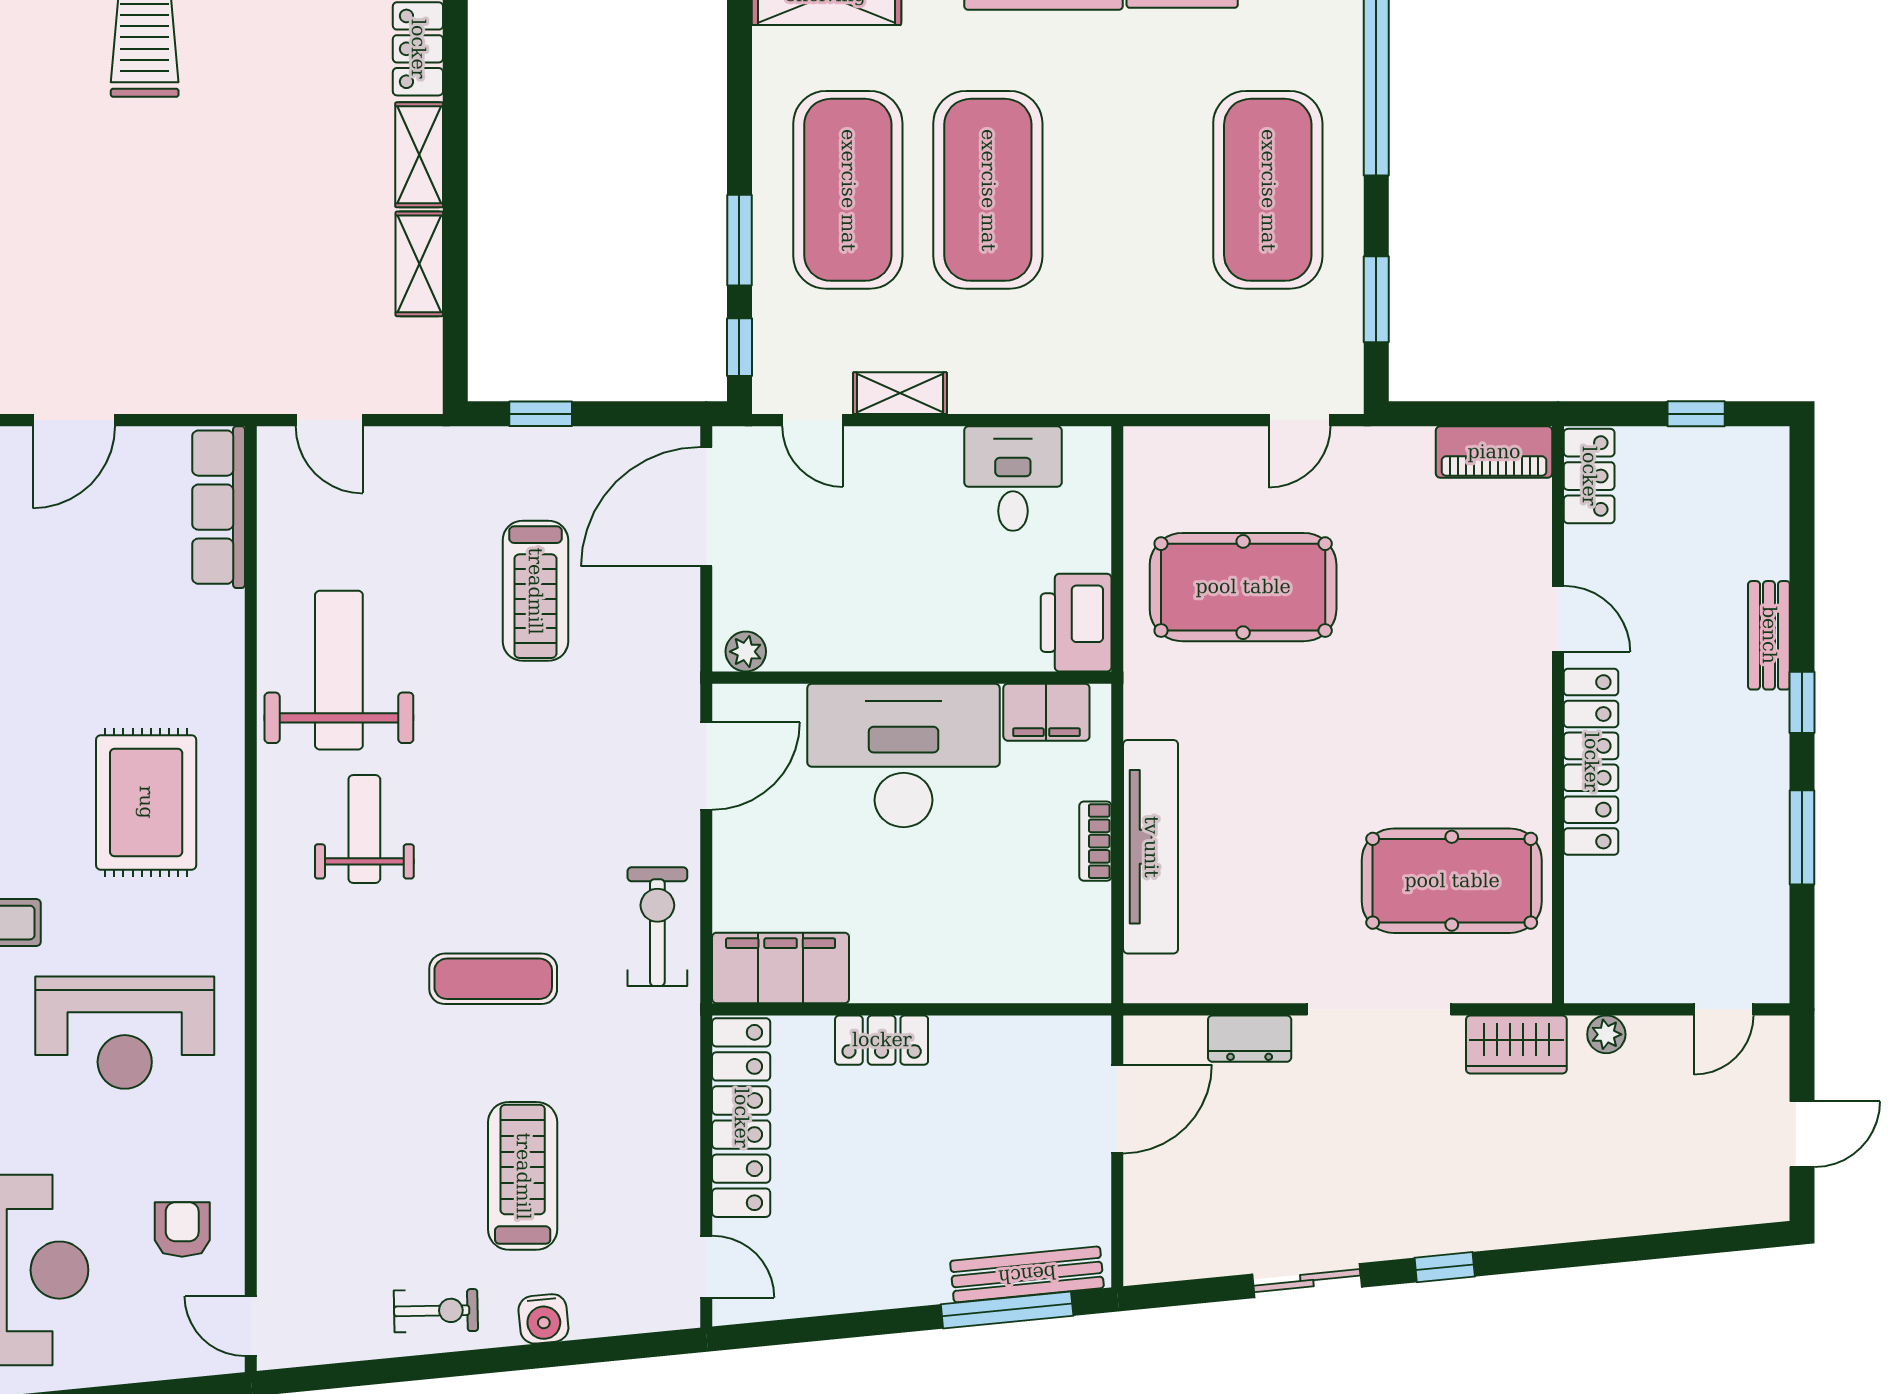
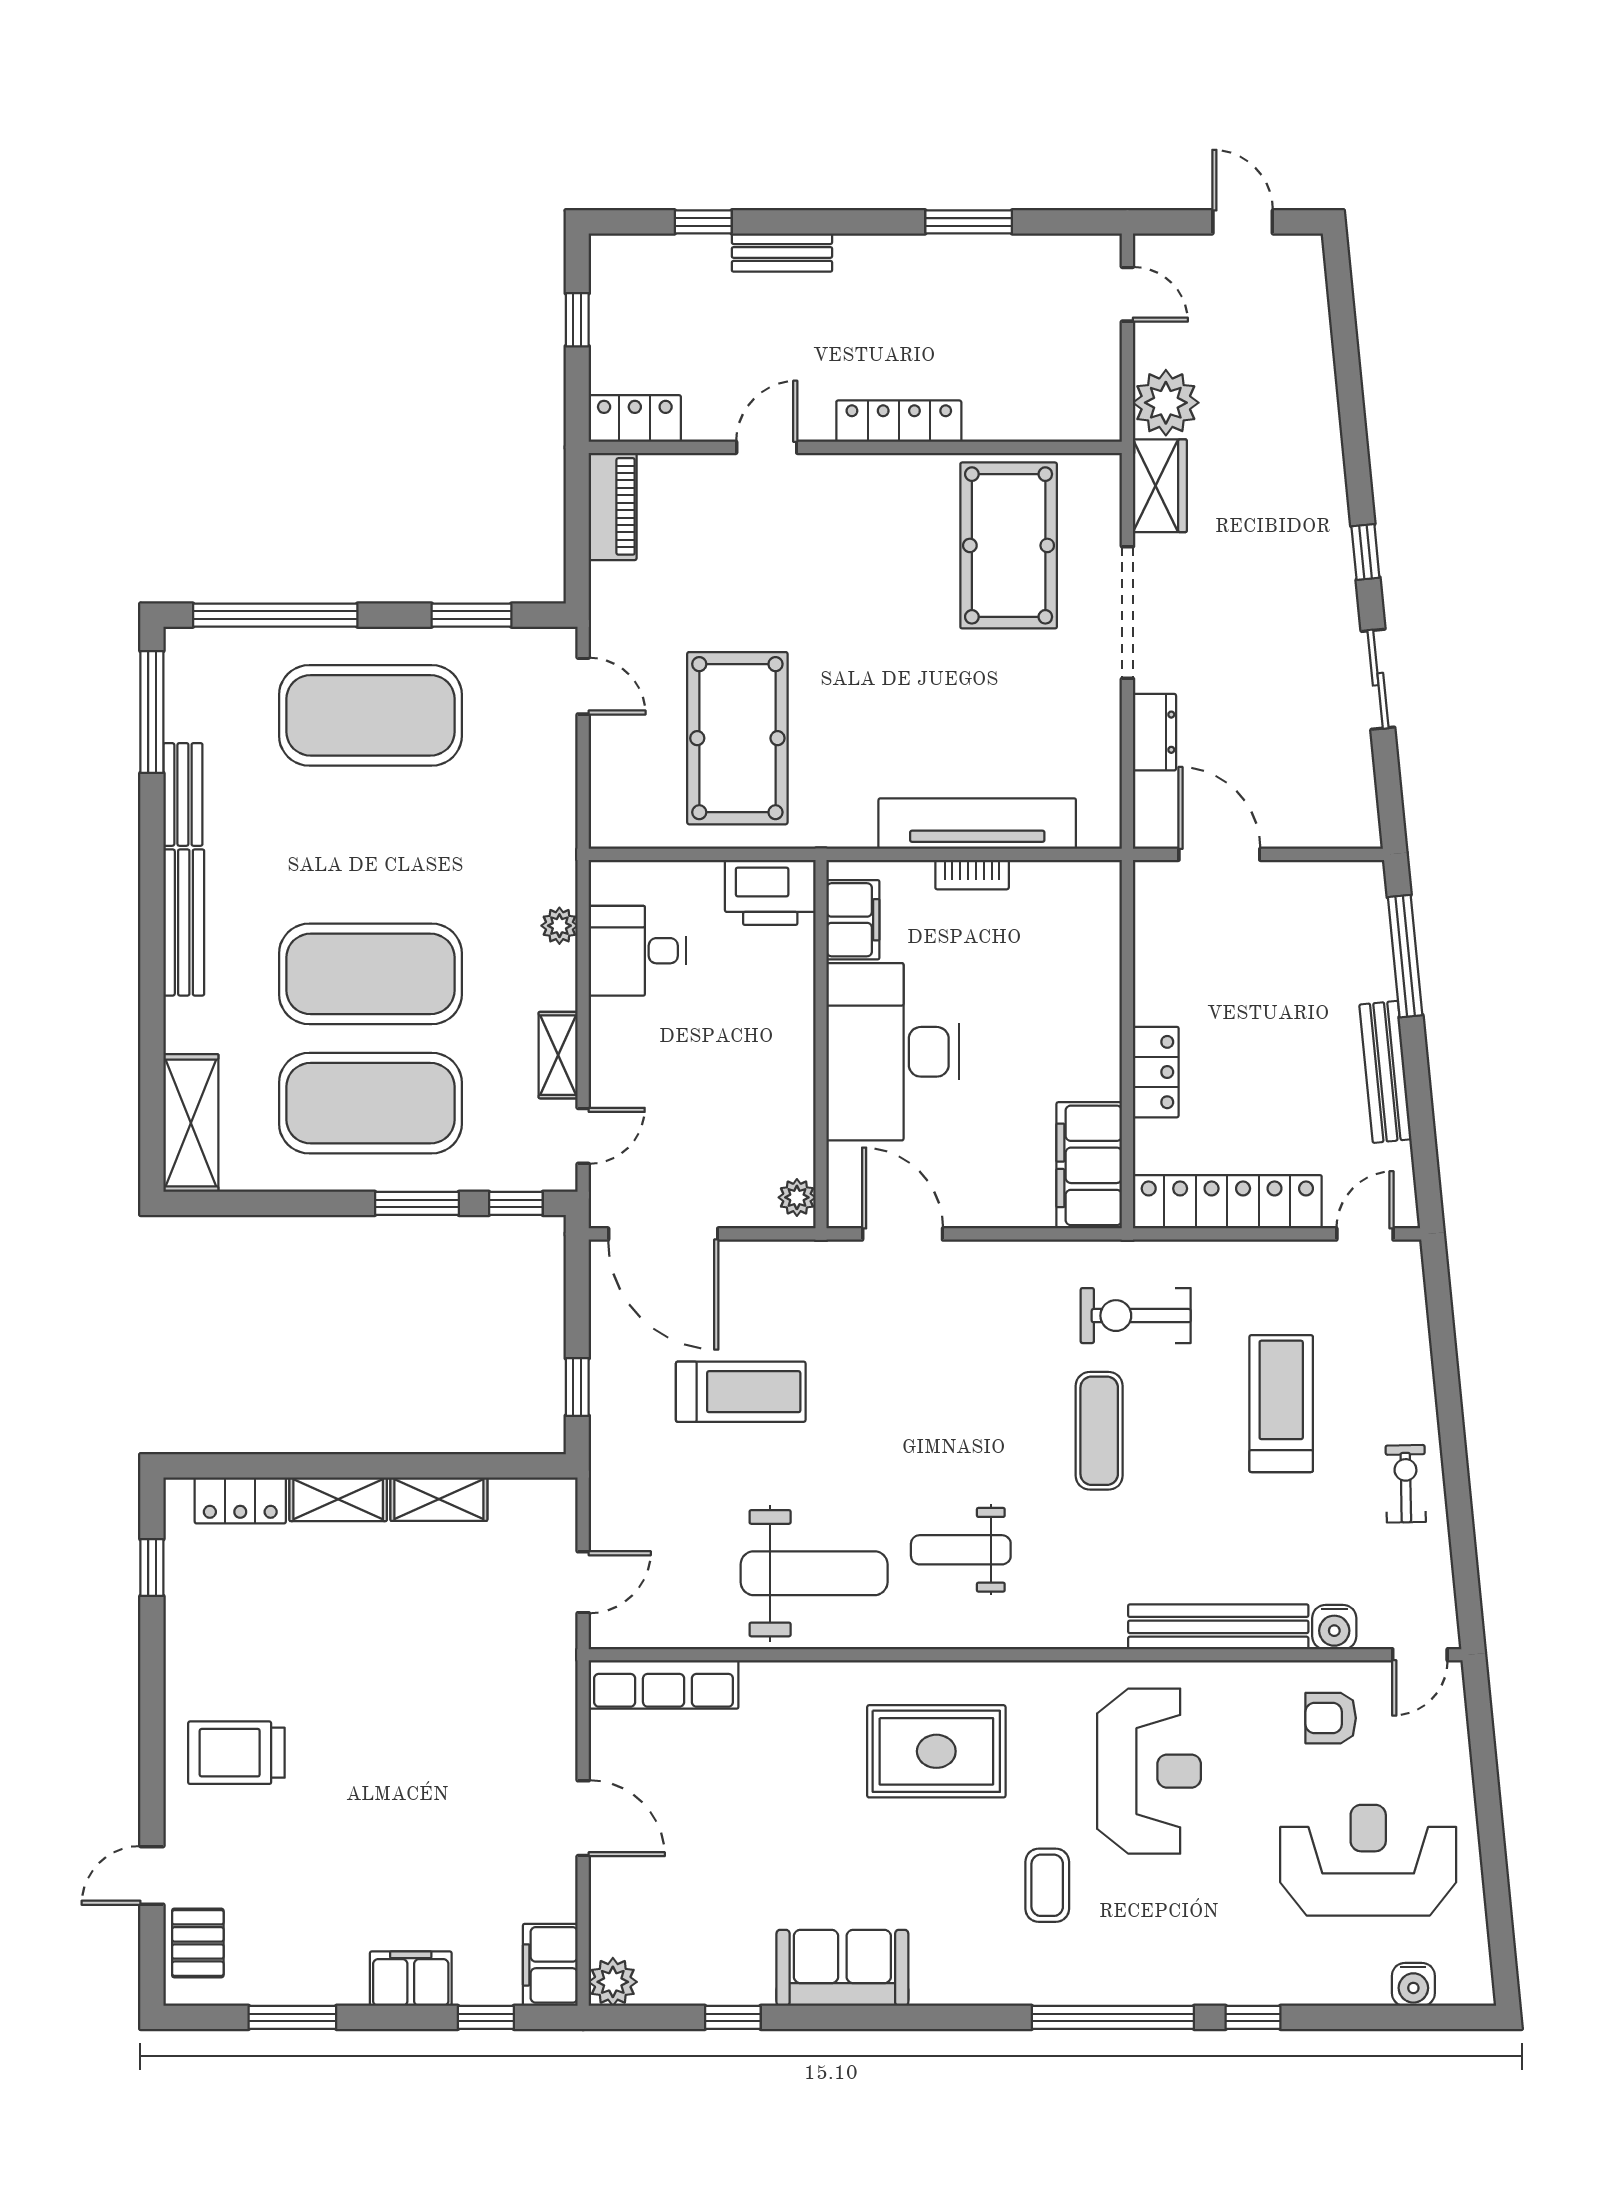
plant: (1040, 394) -> (559, 926), added
weight bench: (339, 670) -> (814, 1573), turned 180
window: (1802, 702) -> (703, 222), moved
locker: (1591, 762) -> (899, 421), width x0.71, depth x0.83
exercise bike: (657, 927) -> (1136, 1316), moved
plant: (1606, 1034) -> (1166, 403), width x1.88, depth x1.88
bench: (281, 1108) -> (1218, 1627), added
treadmill: (523, 1176) -> (1281, 1404), turned 90
bench: (1027, 1274) -> (1385, 1072), moved
water cooler: (543, 1319) -> (1334, 1627), moved, turned 96

